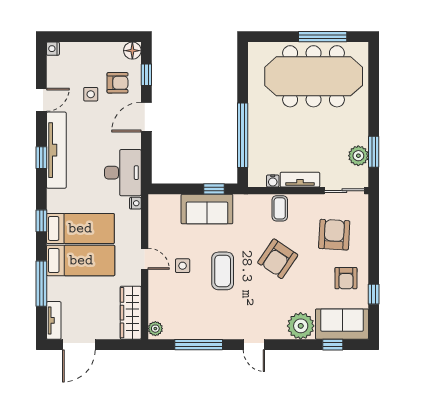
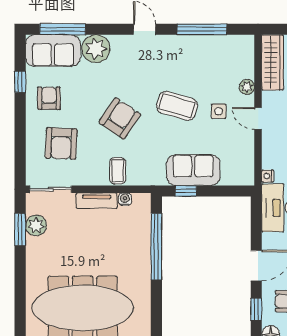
coffee table: (223, 271) -> (177, 106), turned -74
plant: (155, 329) -> (247, 87), moved
window: (333, 345) -> (63, 29), width x2.17

